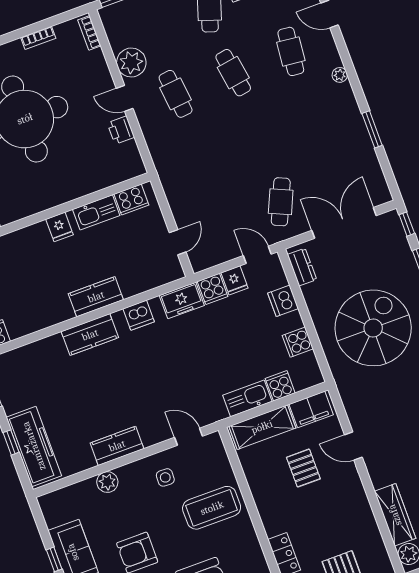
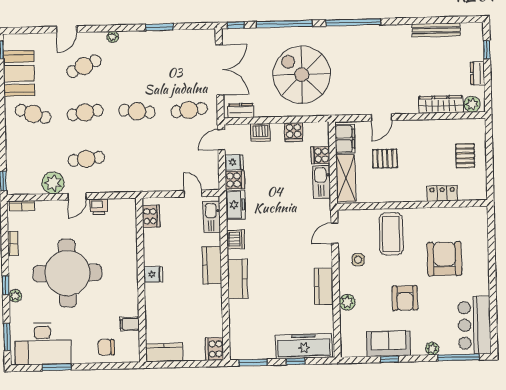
cafe table: (291, 51) -> (84, 66), turned -30
cafe table: (257, 137) -> (137, 111), added
cafe table: (281, 202) -> (189, 110), turned -30
kitchen sink: (96, 212) -> (212, 217), moved, turned 180
double door: (344, 223) -> (220, 70), swing flipped

